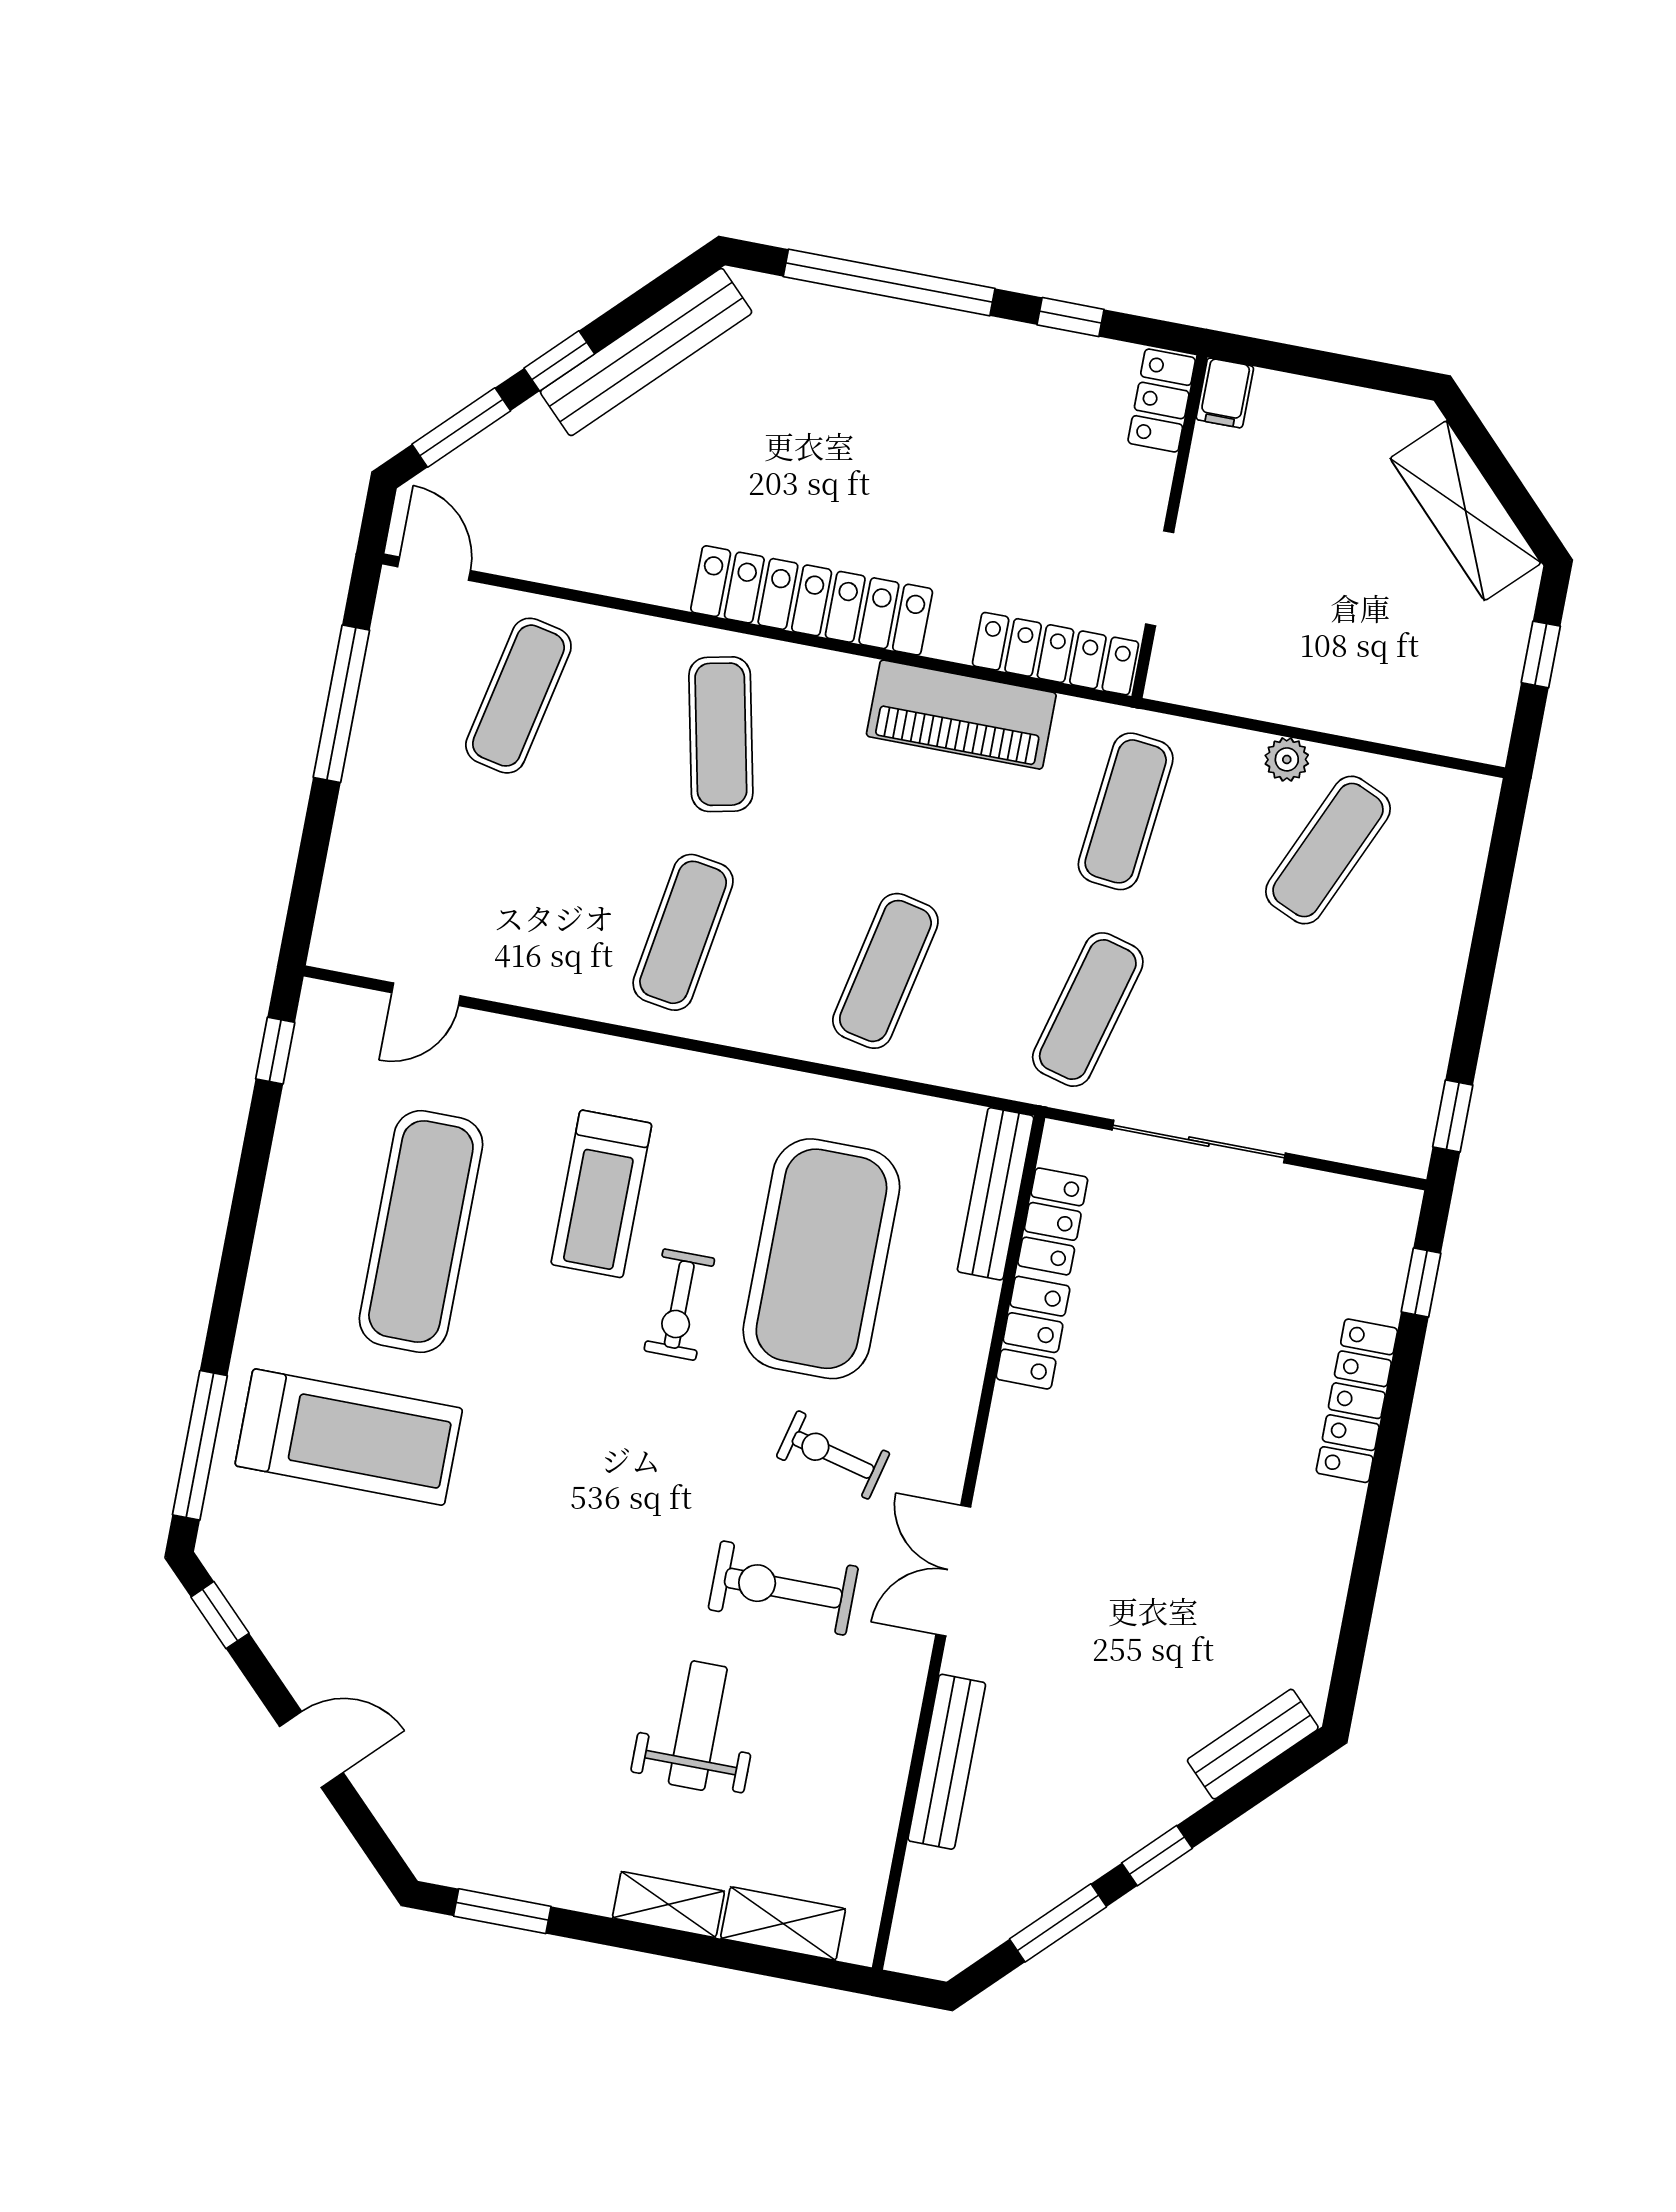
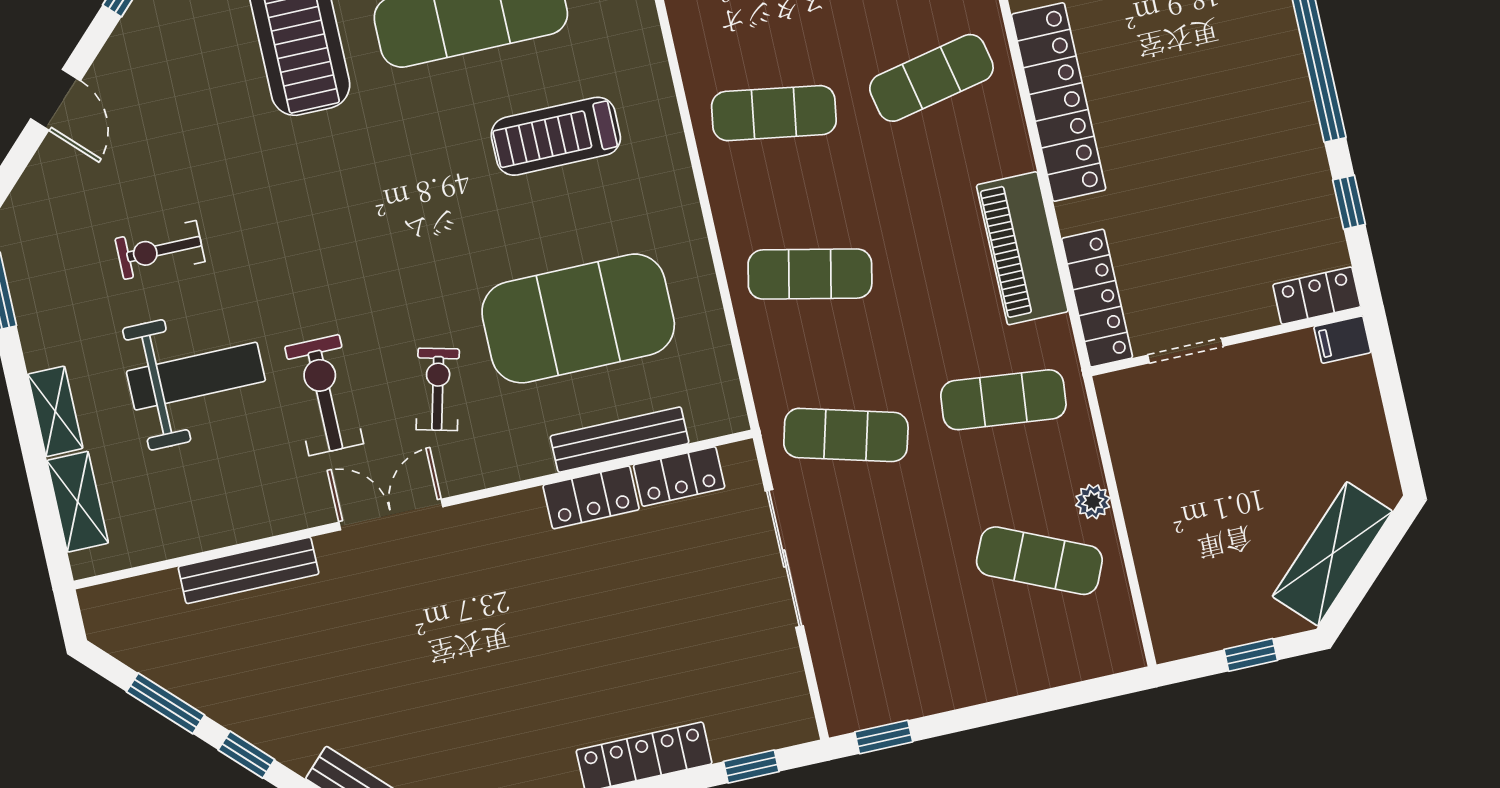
bench: (996, 1194) -> (620, 440), moved
exercise bike: (679, 1305) -> (160, 250), moved
weight bench: (698, 1726) -> (196, 376), width x1.36, depth x1.33

